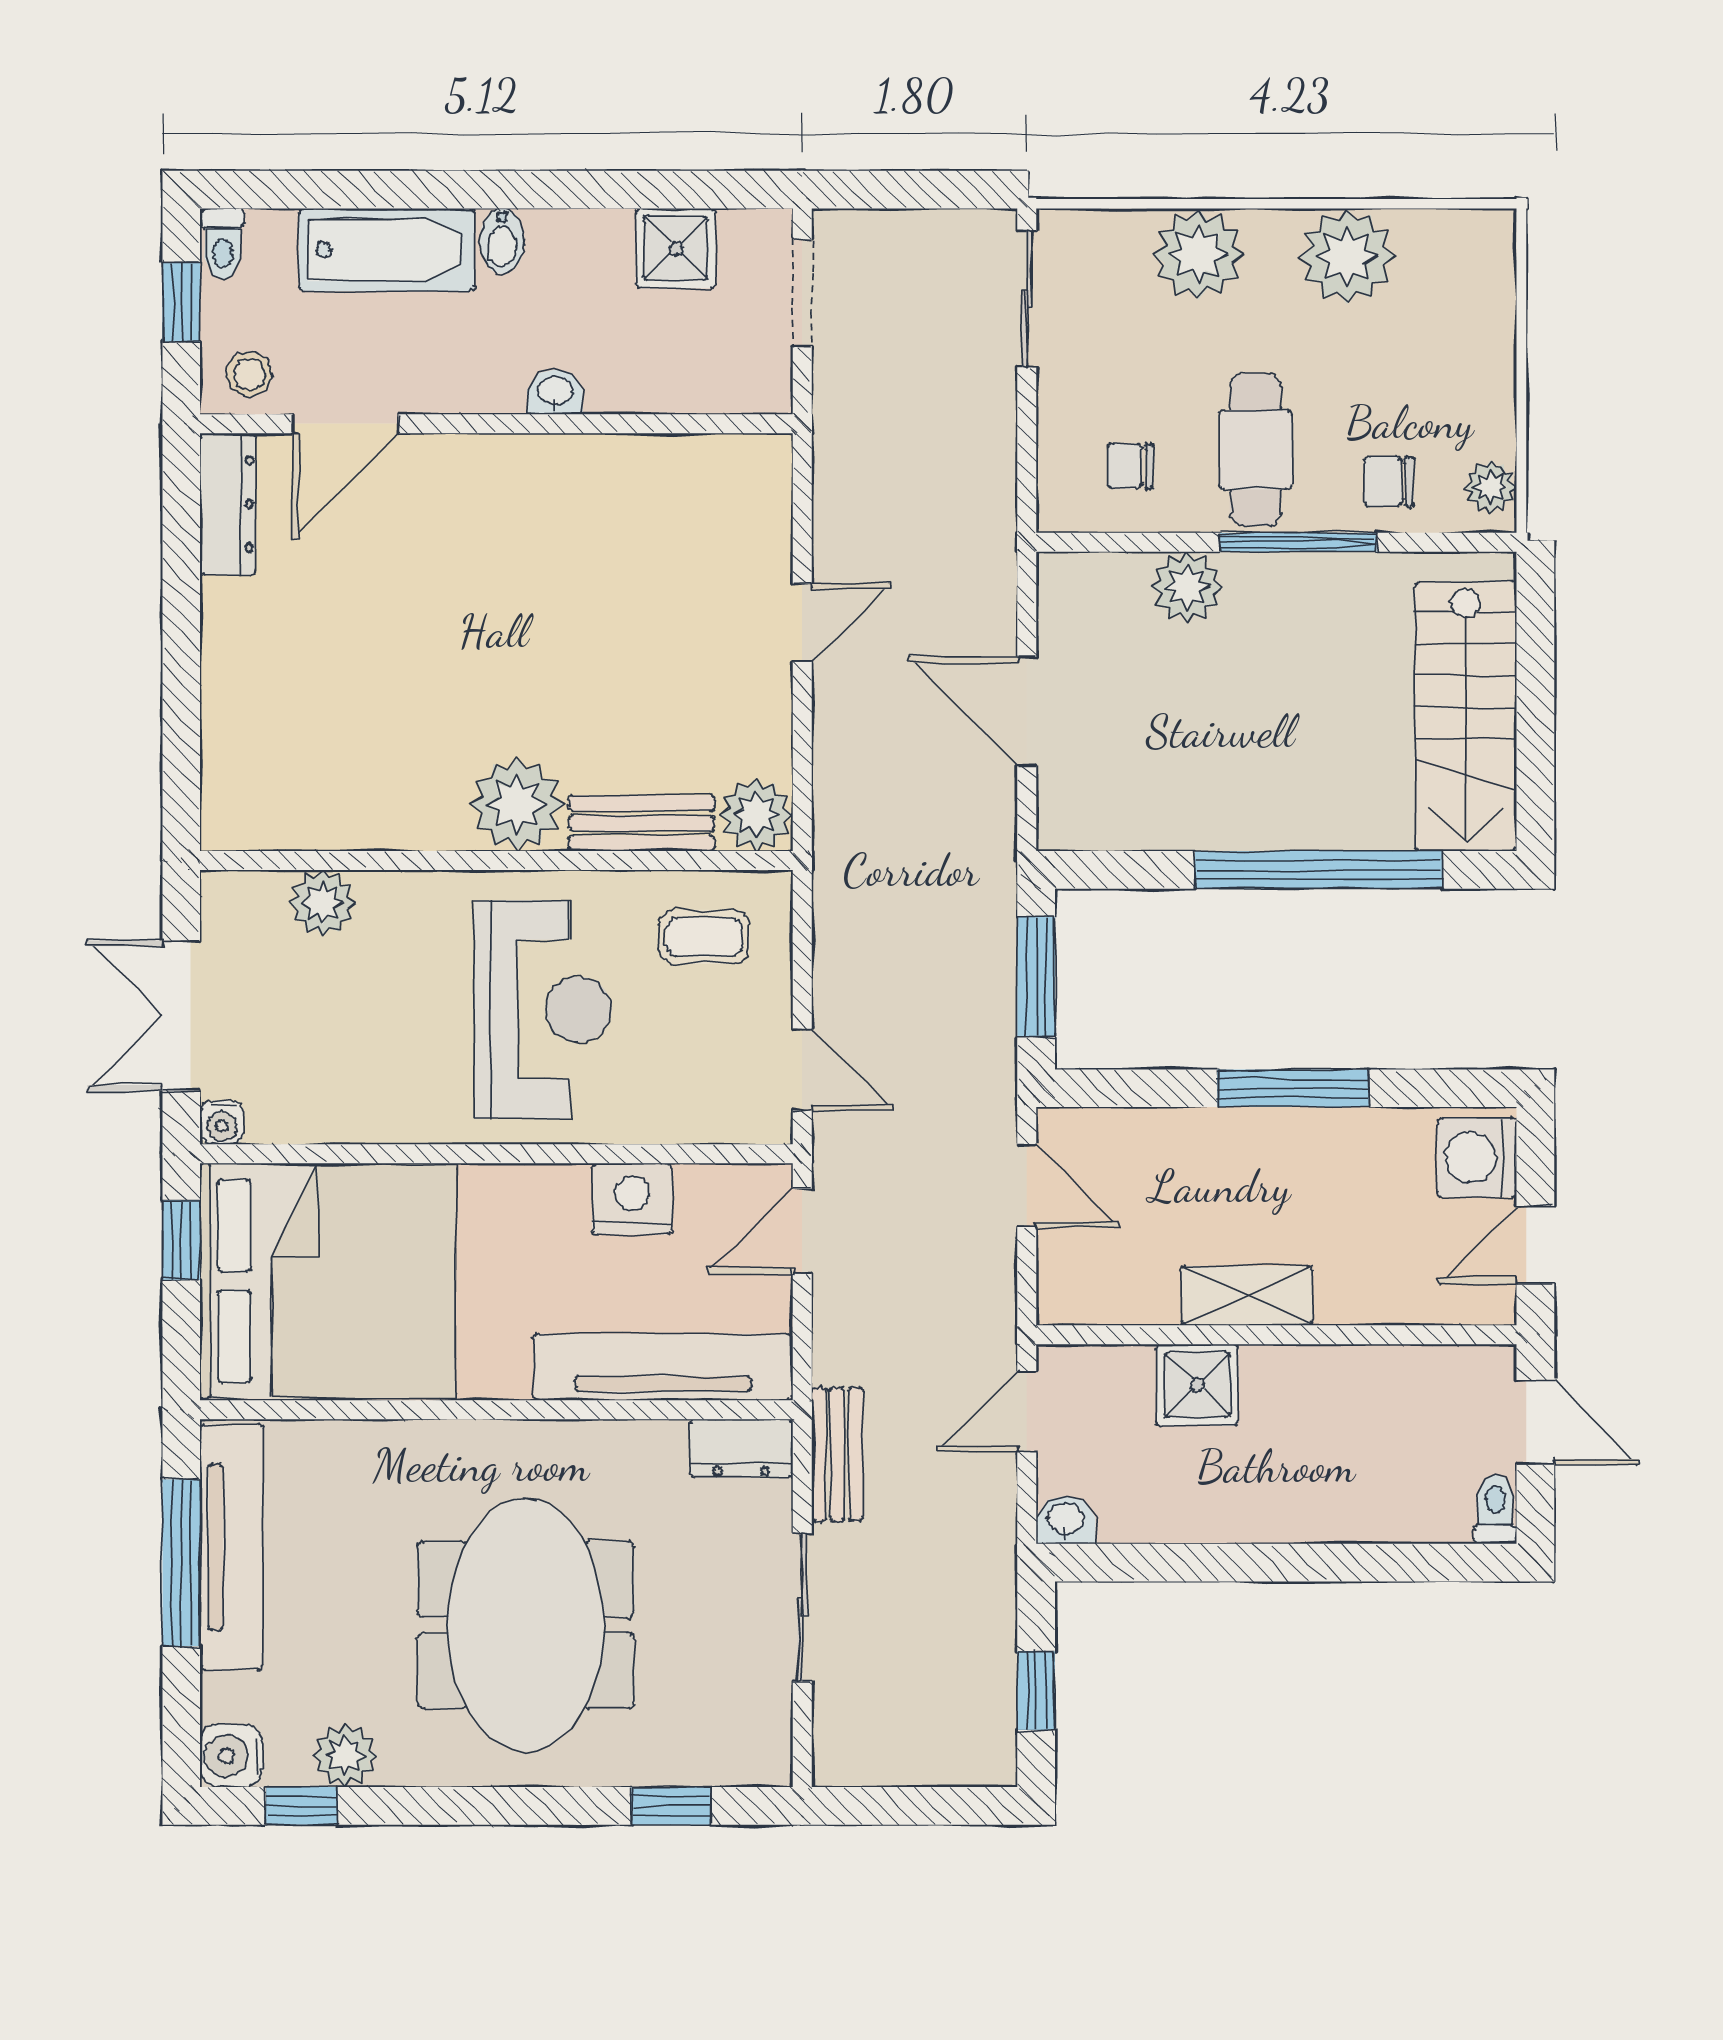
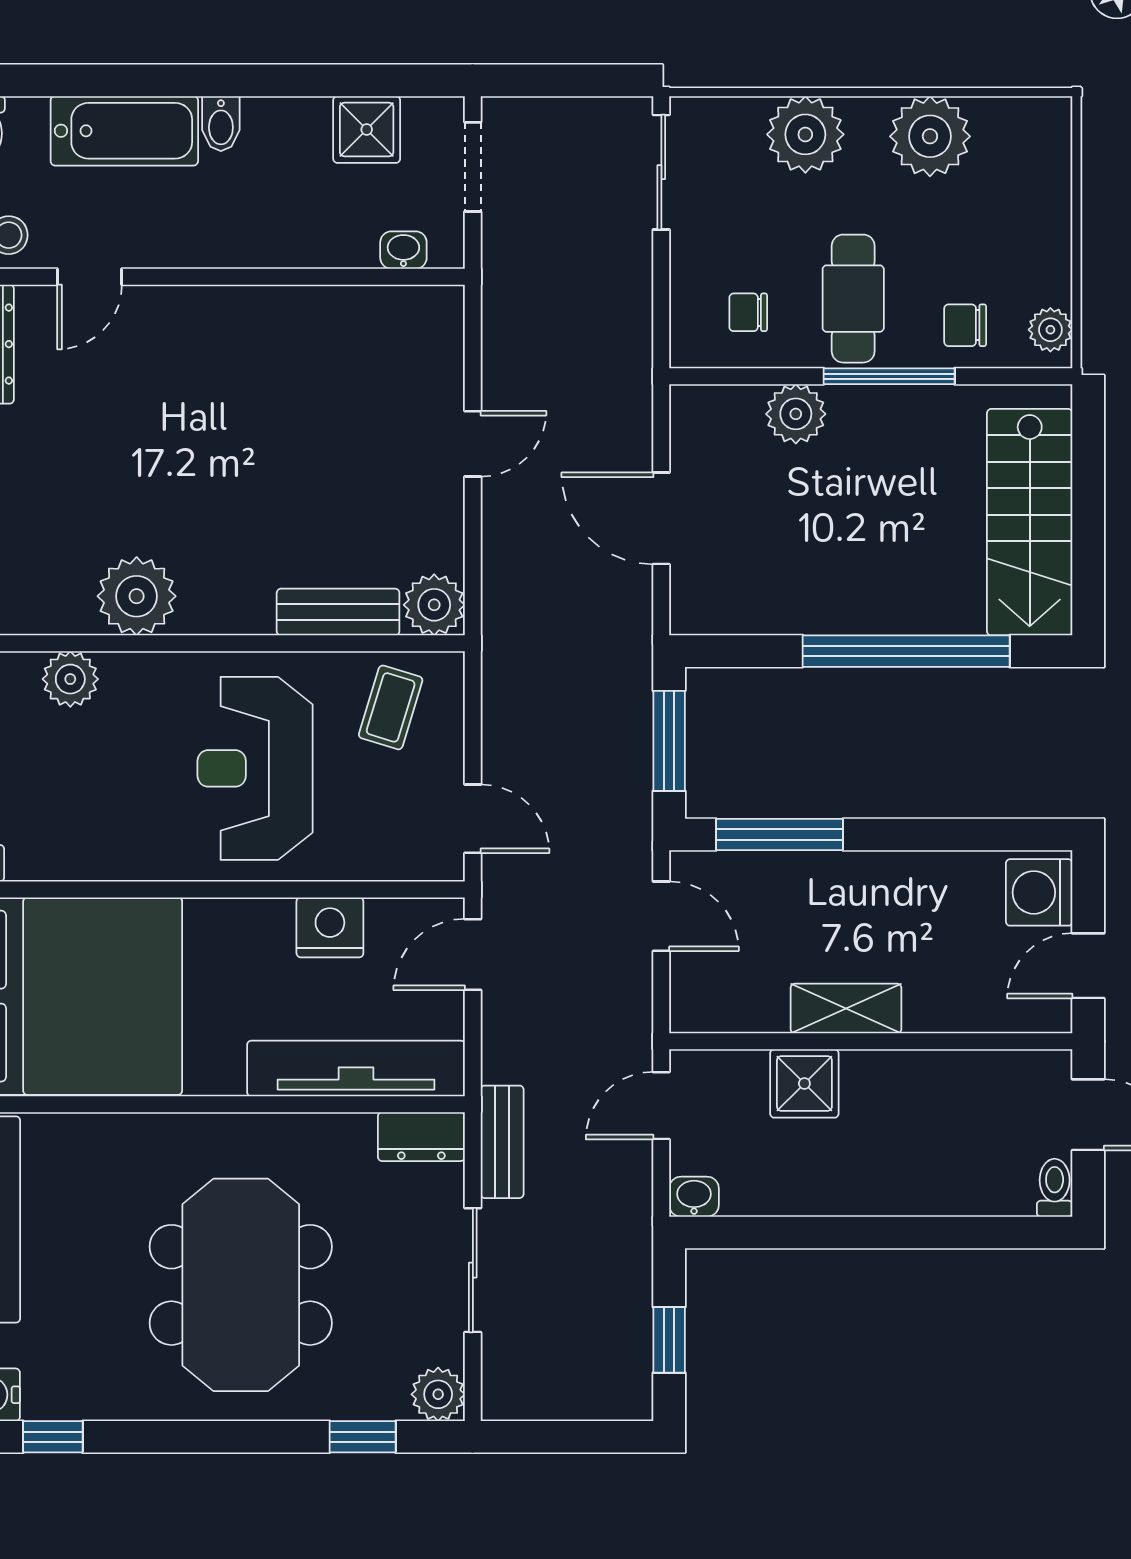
washbasin: (555, 392) -> (403, 250), moved
door: (346, 424) -> (90, 277), width x0.73
plant: (517, 804) -> (137, 596), moved
coffee table: (704, 937) -> (391, 707), turned -73
reception desk: (543, 1010) -> (255, 768), turned 180
window: (1293, 1088) -> (779, 834), moved
plant: (345, 1755) -> (438, 1394), moved

